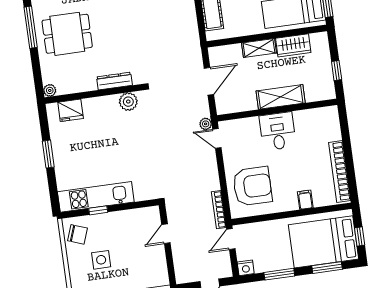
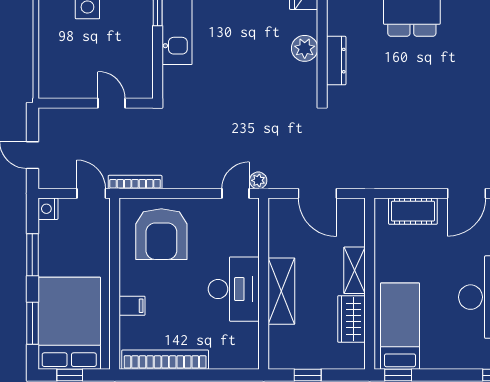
plant: (128, 102) -> (305, 48), moved
desk: (278, 131) -> (234, 289), width x1.37

